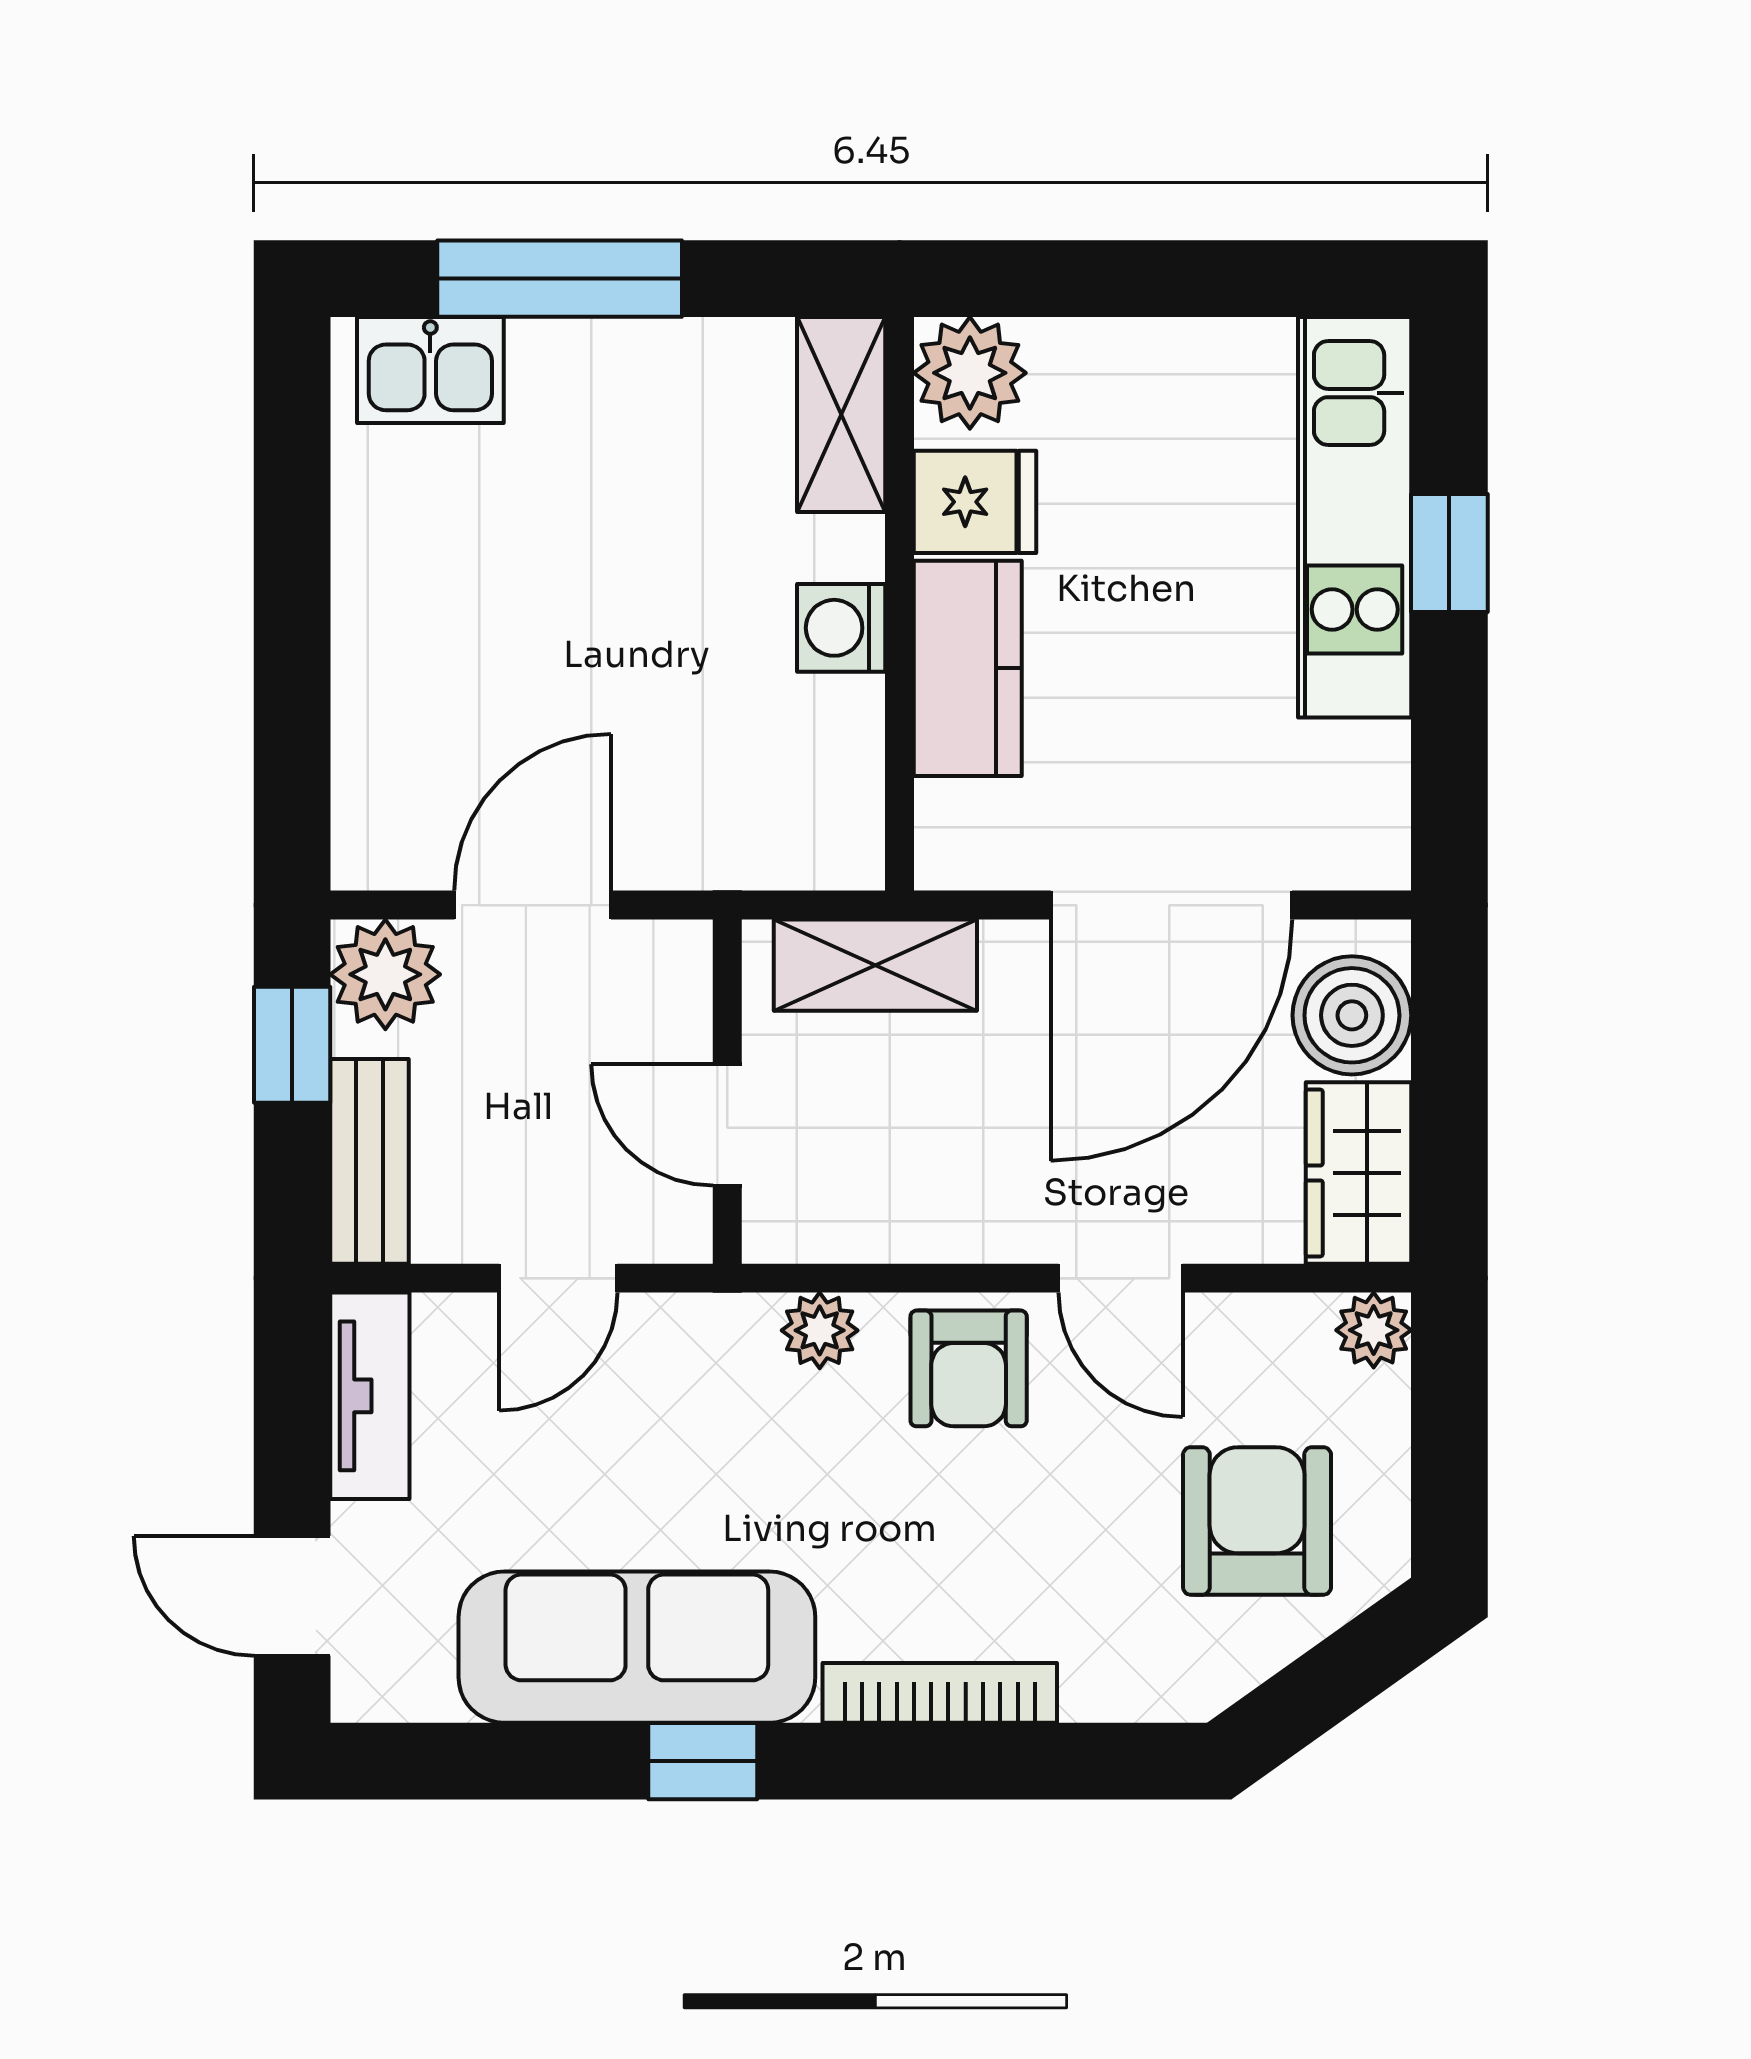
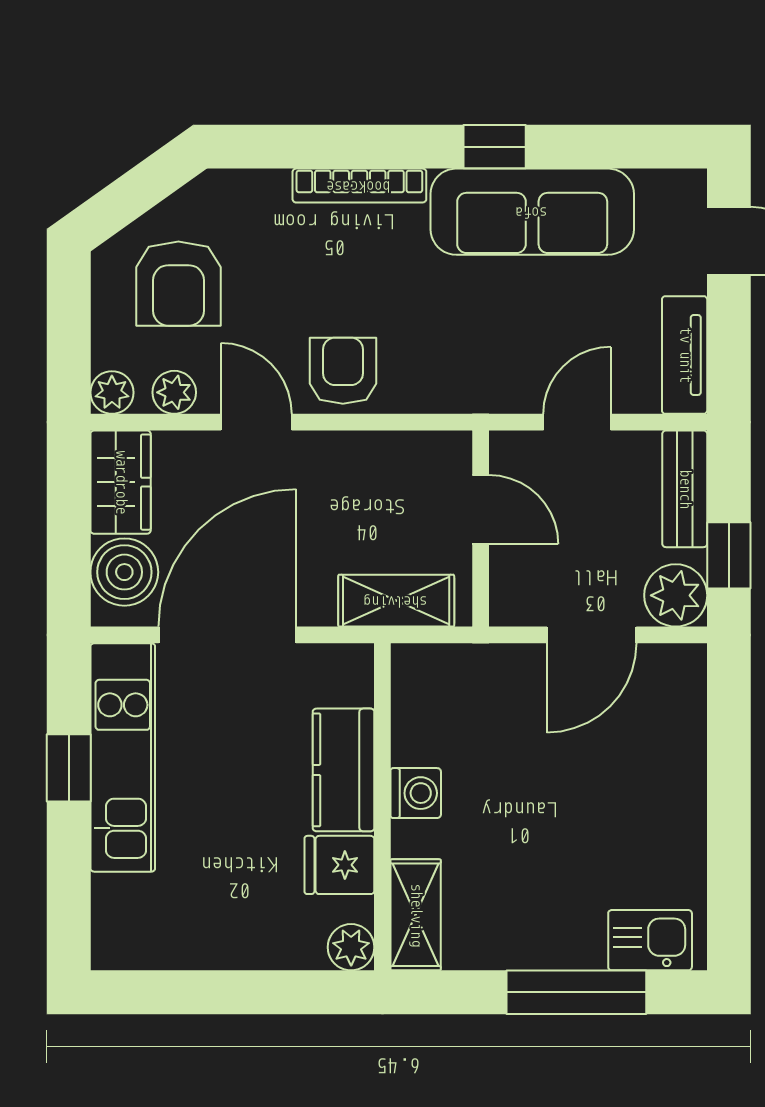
plant: (970, 373) -> (351, 947), width x0.73, depth x0.73
kitchen unit: (1355, 517) -> (123, 757), moved
window: (1449, 553) -> (69, 768), moved
plant: (820, 1330) -> (174, 392), moved

